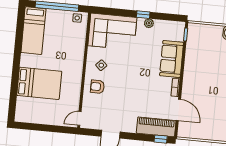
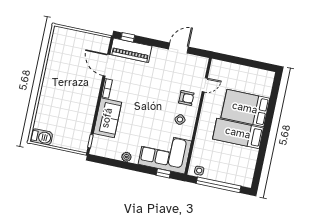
window: (143, 15) -> (163, 173), moved
bed: (33, 31) -> (238, 133), moved, turned -90
door: (79, 118) -> (205, 85), moved

